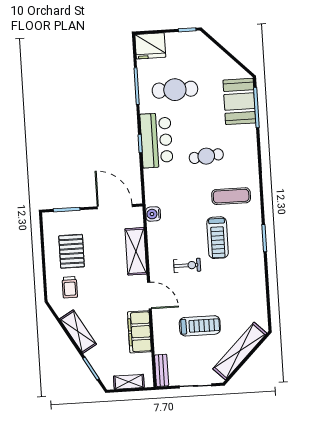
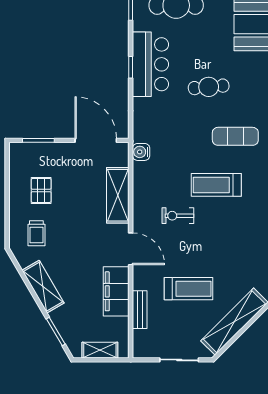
treadmill: (218, 238) -> (216, 185), turned 90
pallet: (72, 251) -> (41, 190), width x0.67, depth x0.71
exercise bike: (187, 265) -> (178, 216), turned 180
bench: (162, 370) -> (140, 310), moved

